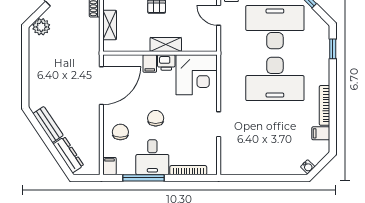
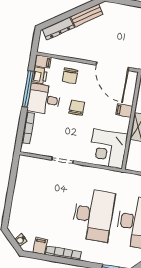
printer: (166, 62) -> (40, 75), moved, turned 180
desk: (275, 79) -> (93, 215), turned 180
chair: (156, 118) -> (77, 108), turned -90
chair: (120, 132) -> (70, 76), turned 90
water cooler: (308, 167) -> (21, 240), moved

